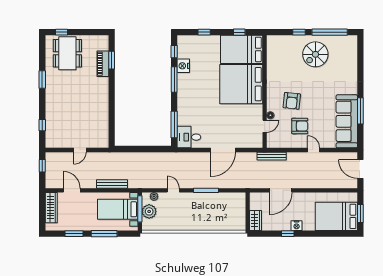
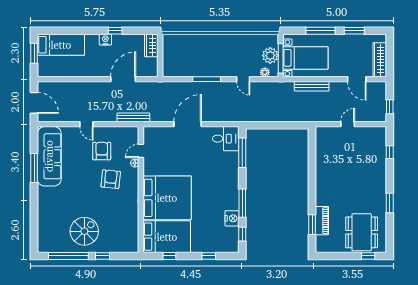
armchair: (300, 126) -> (102, 151), turned 90
bed: (336, 216) -> (61, 45), width x0.67

